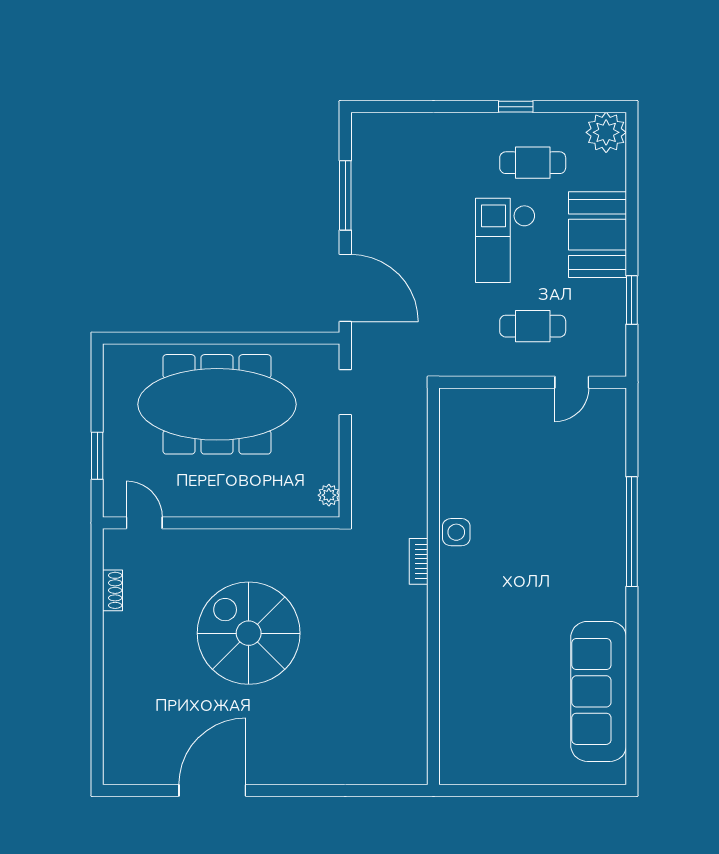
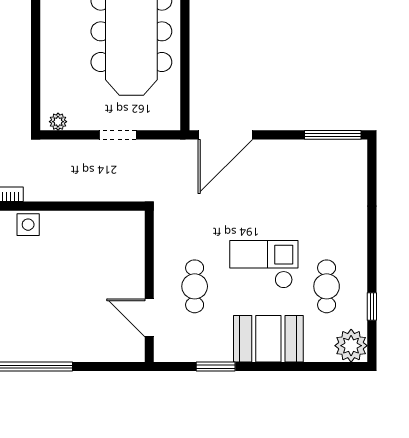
window: (516, 107) -> (372, 307), moved
window: (345, 195) -> (333, 135), moved
door: (572, 382) -> (149, 318), width x1.38
doorway: (345, 392) -> (118, 135), moved

